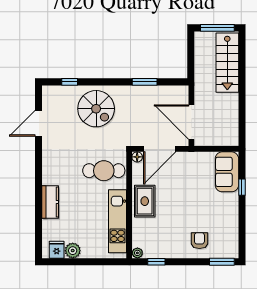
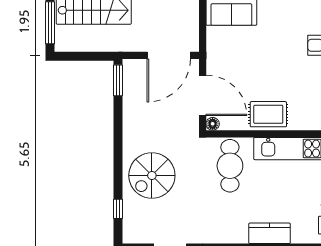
window: (145, 82) -> (118, 80), moved
spiral stairs: (96, 109) -> (152, 175), turned 180

